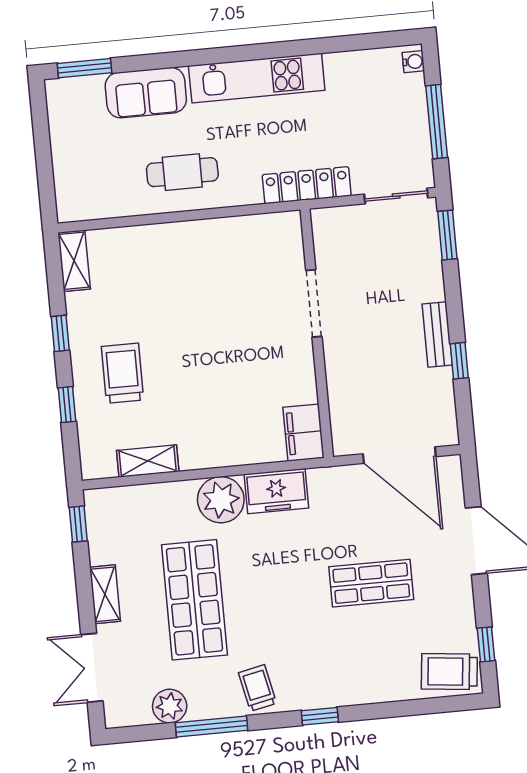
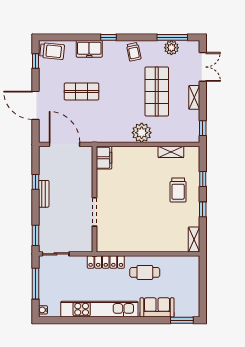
kitchen unit: (257, 78) -> (99, 309), width x1.36
locker: (307, 185) -> (106, 262), moved
freezer: (276, 491) -> (89, 49), moved, turned 180
window: (211, 727) -> (172, 37), moved

